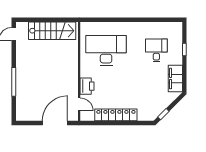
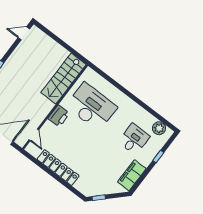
plant: (169, 28) -> (159, 128), added
stairs: (52, 31) -> (63, 79), moved, turned 90
printer: (87, 86) -> (59, 116), moved

